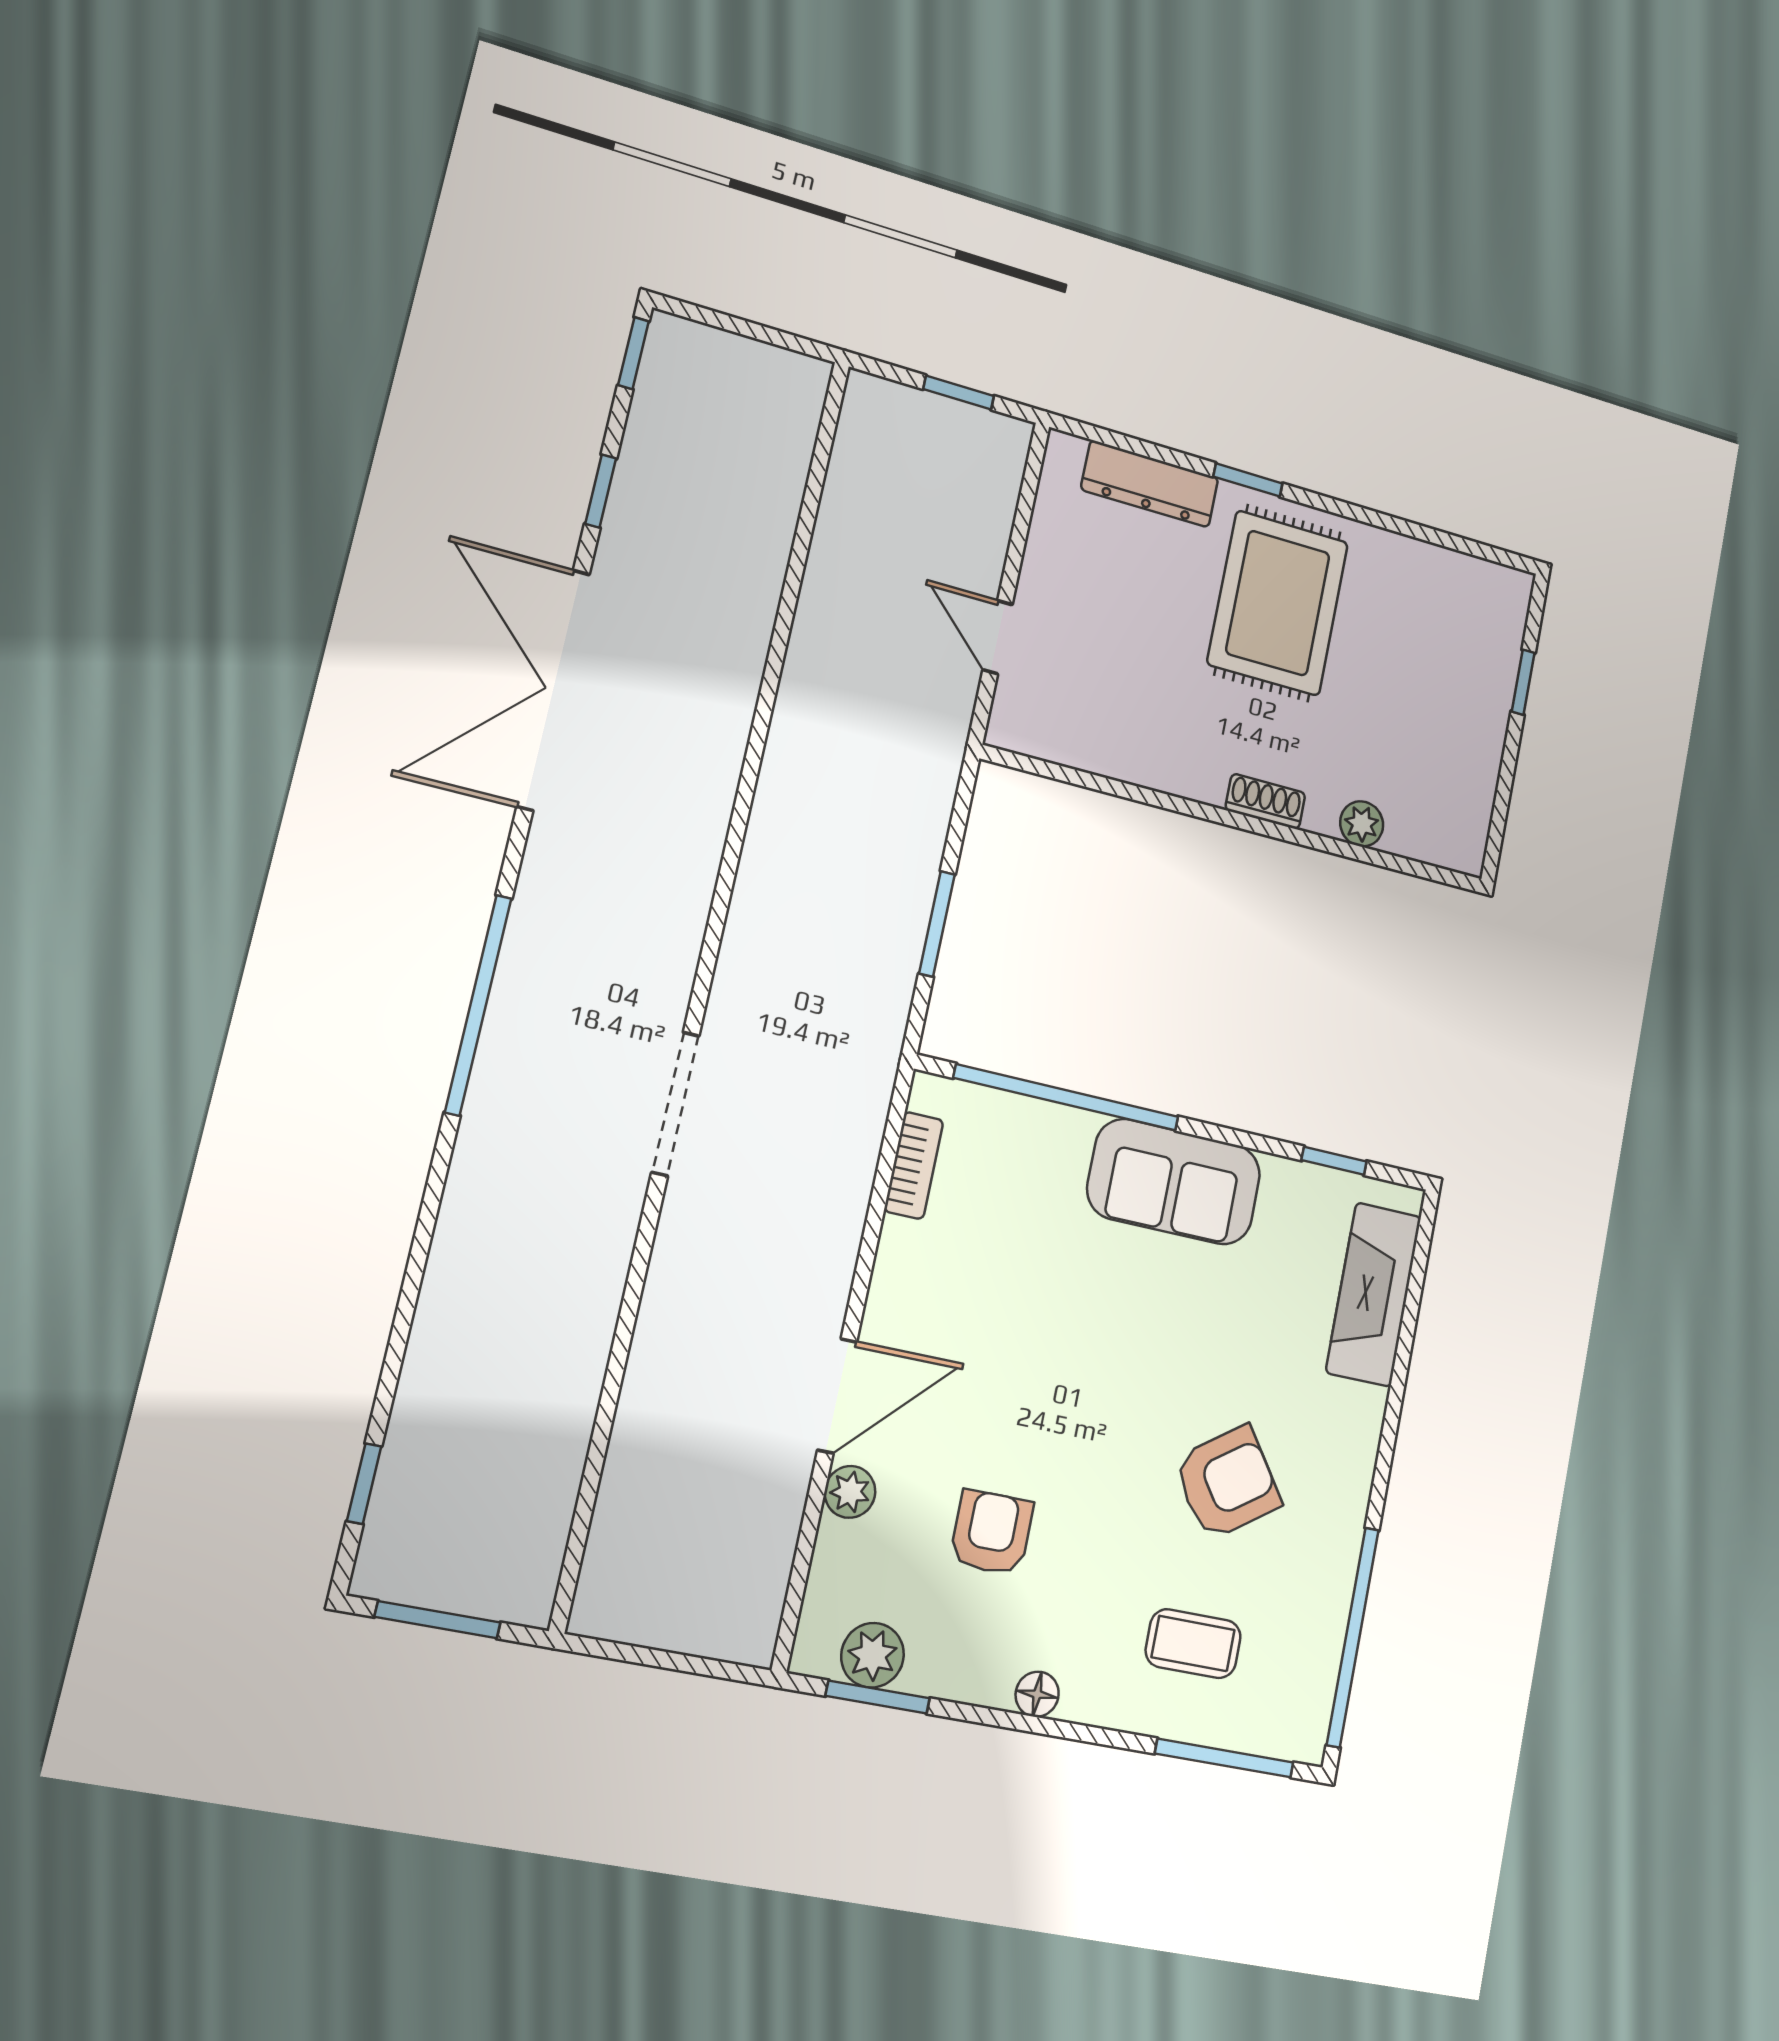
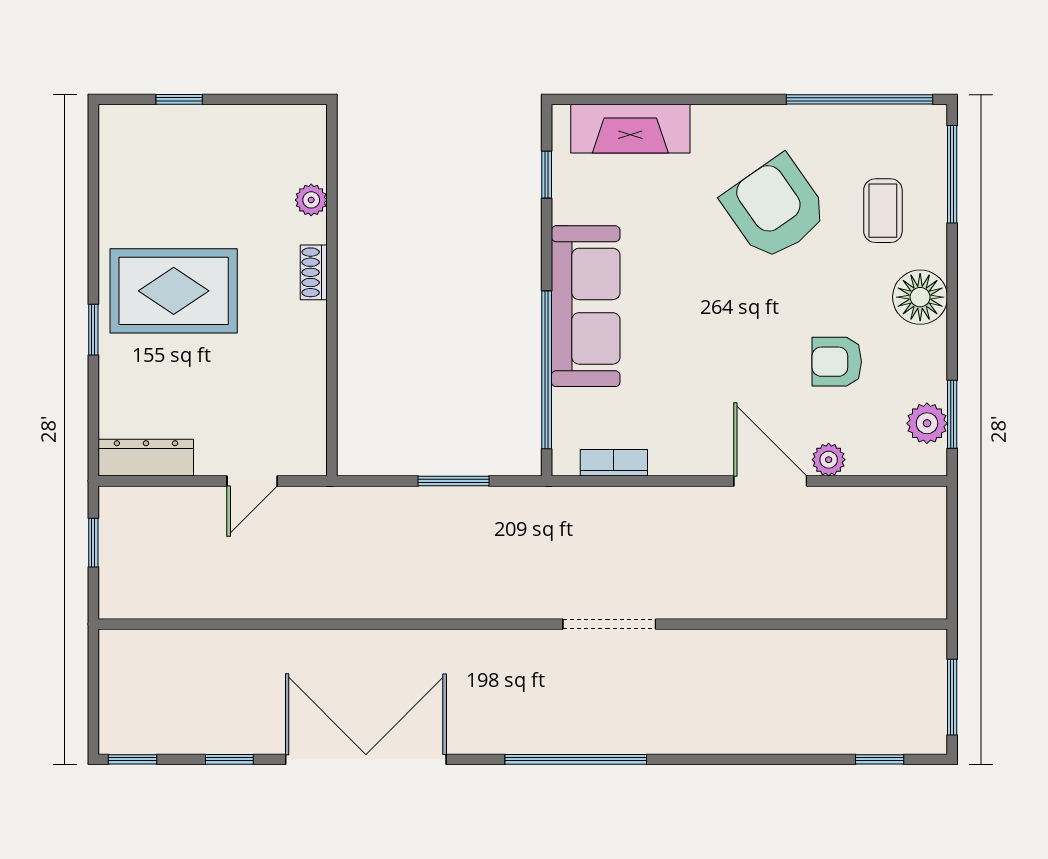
dresser: (1150, 484) -> (146, 458), moved, turned -90
double door: (553, 690) -> (366, 759), swing flipped
sofa: (1174, 1182) -> (586, 306), width x1.36
armchair: (1227, 1483) -> (775, 208), width x1.36, depth x1.36
floor lamp: (1037, 1694) -> (920, 297), width x1.89, depth x1.89

